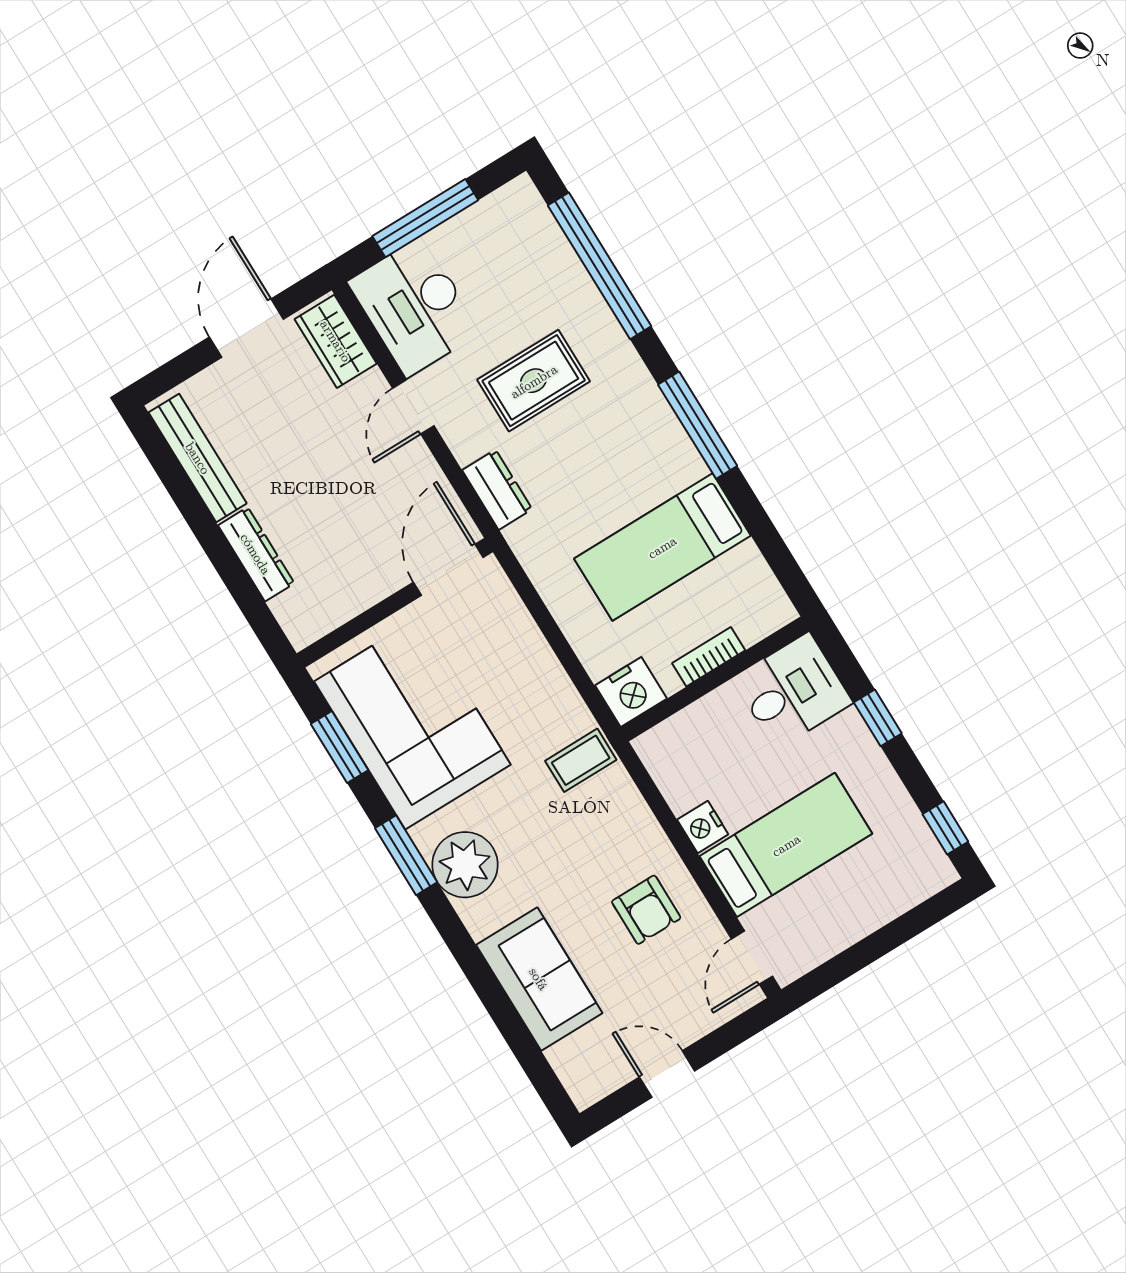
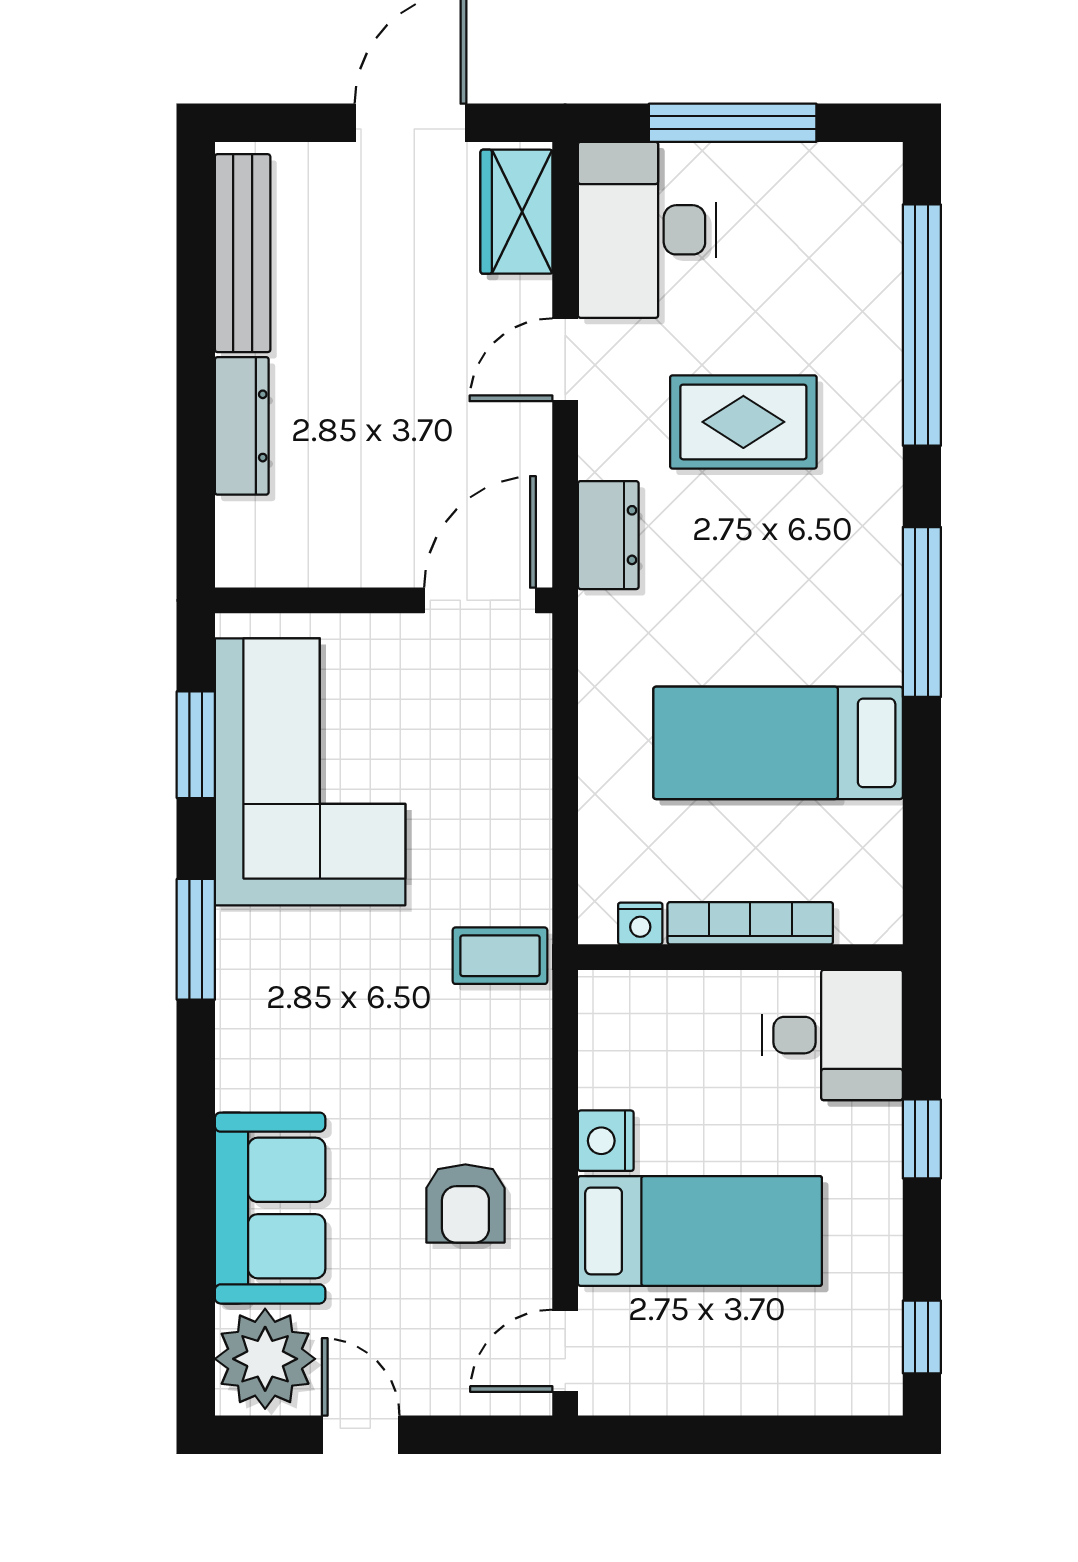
bookcase: (709, 657) -> (750, 923), width x1.56
nightstand: (631, 692) -> (640, 923), width x0.53, depth x0.56
plant: (465, 865) -> (265, 1359), moved

